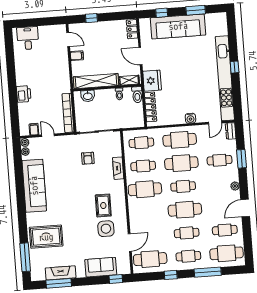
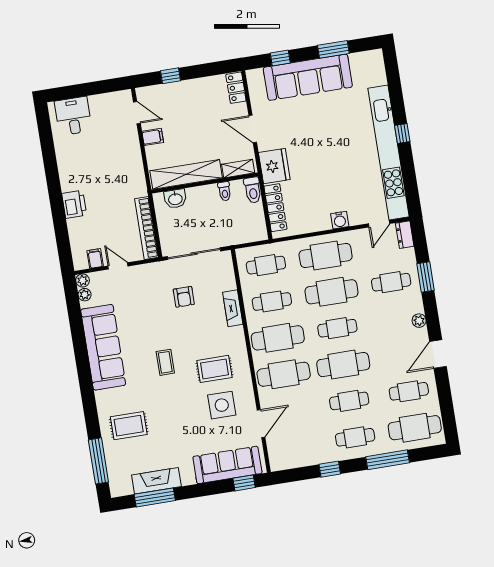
coffee table: (73, 199) -> (165, 362), added
rug: (103, 205) -> (214, 369), turned 90
rug: (46, 237) -> (129, 426), width x0.73, depth x0.70
cafe table: (150, 259) -> (284, 374), moved
sofa: (101, 267) -> (227, 465), width x1.36

